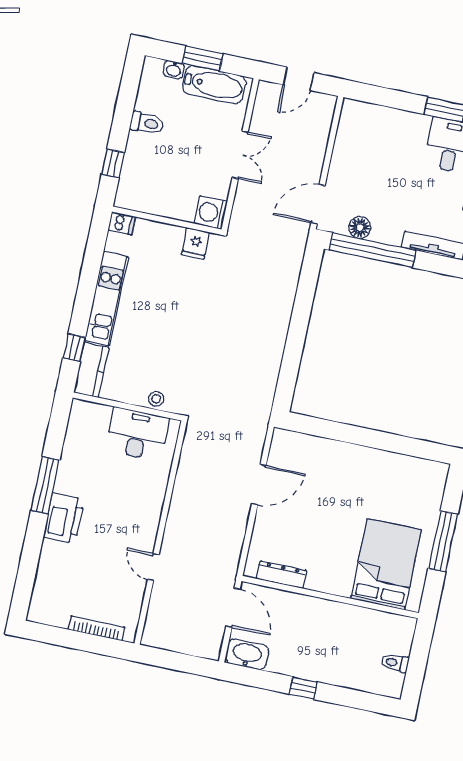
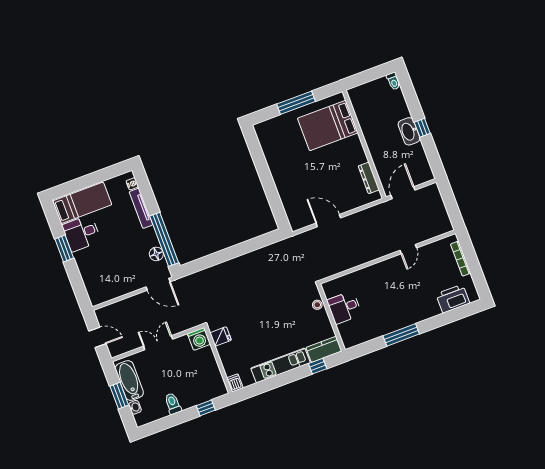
desk: (137, 434) -> (344, 307), width x0.73
printer: (64, 518) -> (453, 299), moved
washbasin: (247, 654) -> (409, 131), moved
toilet: (395, 663) -> (393, 81), moved

